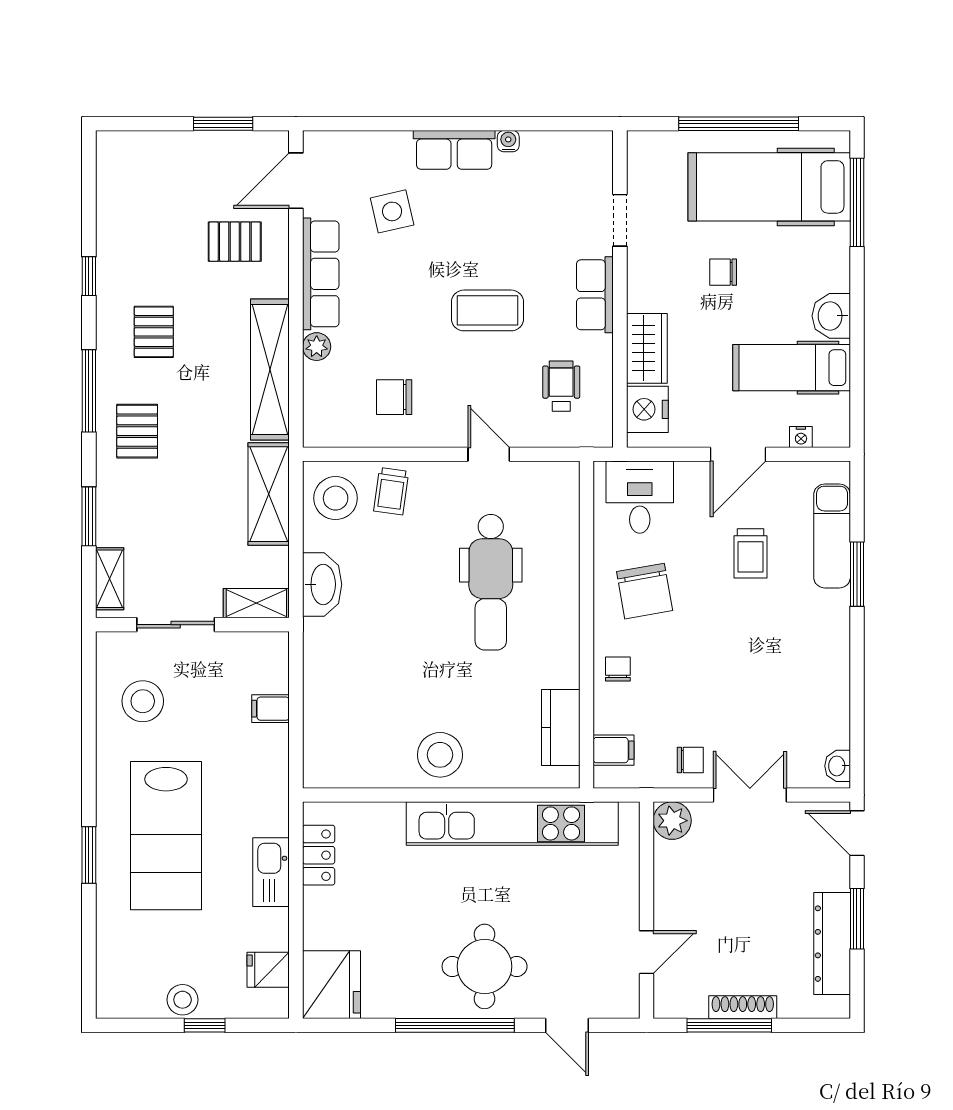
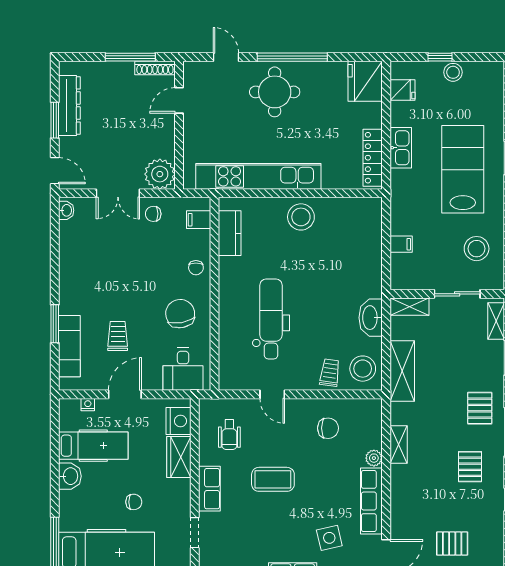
pallet: (235, 242) -> (452, 544), moved
shelving: (270, 369) -> (399, 445), width x0.45, depth x0.75
plant: (672, 821) -> (160, 174), width x1.36, depth x1.36
locker: (319, 855) -> (373, 158), width x1.53
shoe rack: (743, 1007) -> (155, 68), moved

